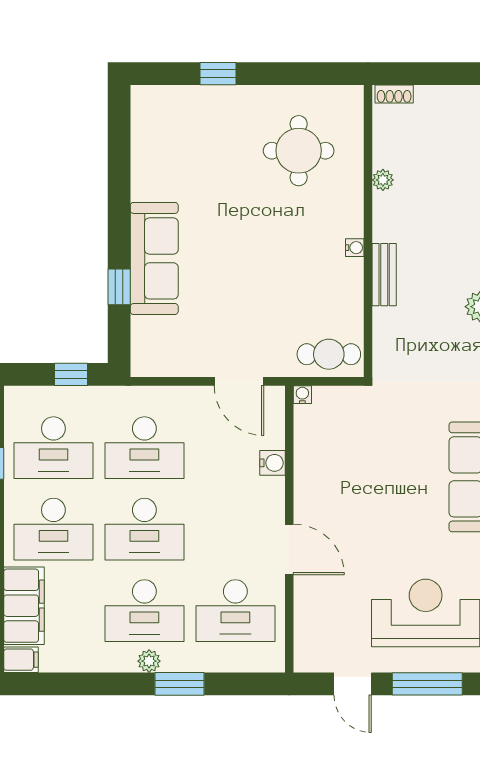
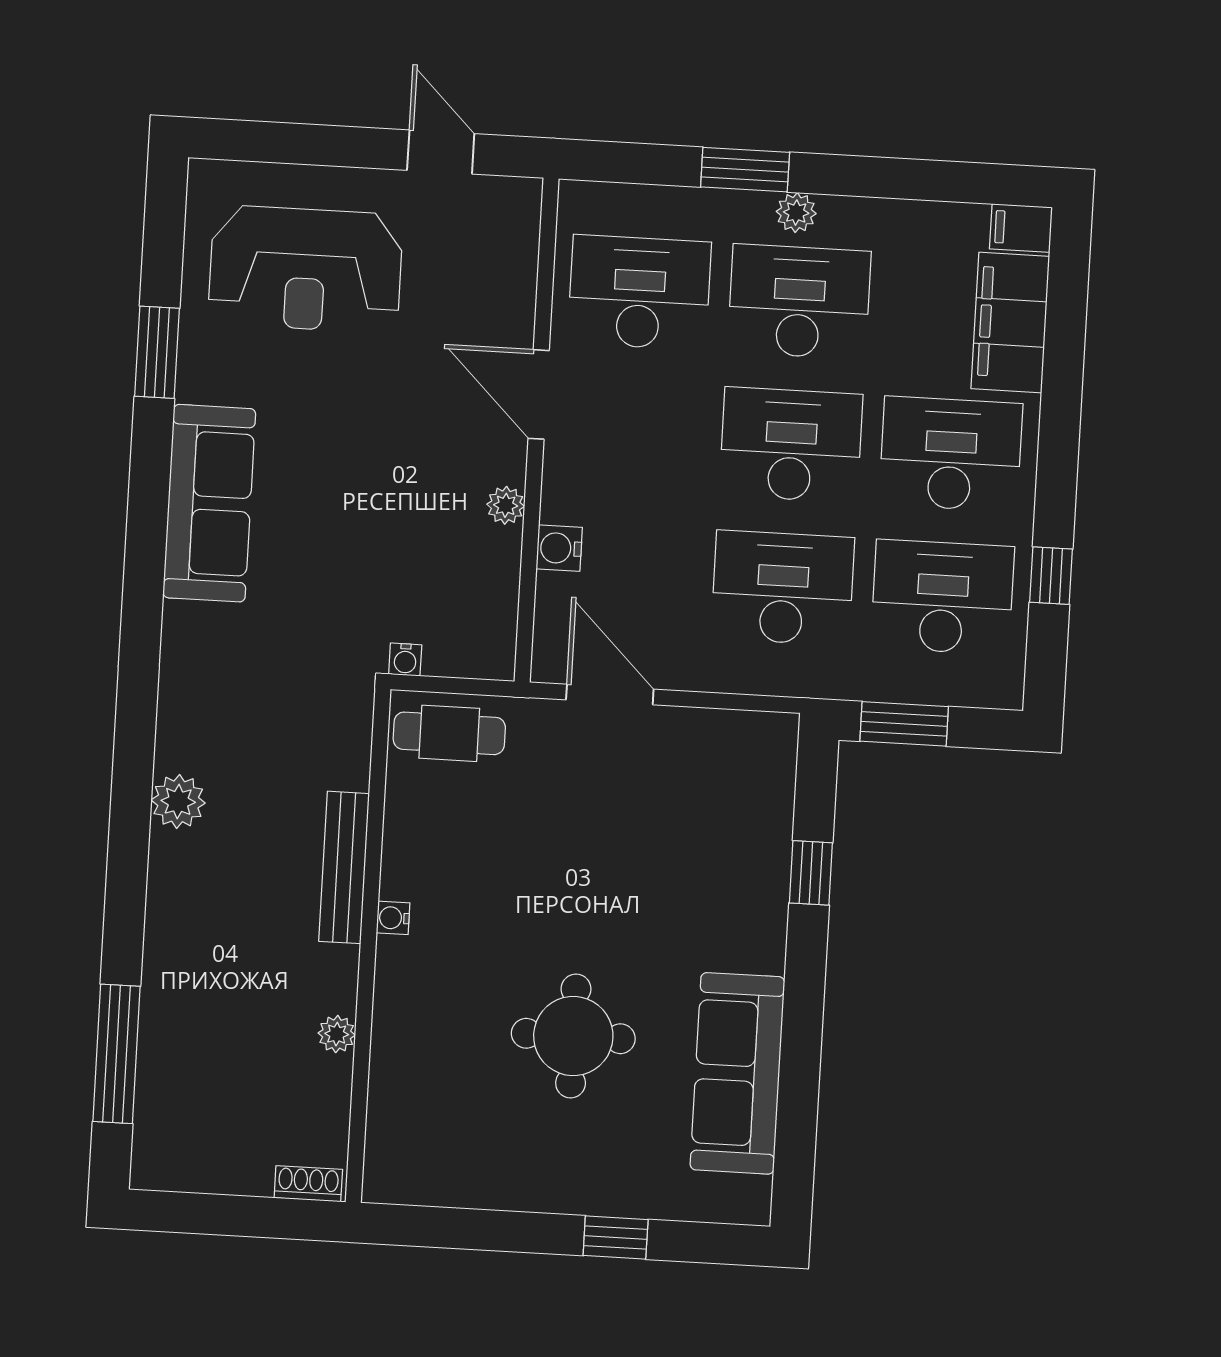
round table: (299, 151) -> (573, 1036), moved
sofa: (154, 258) -> (737, 1073), moved
bench: (384, 275) -> (344, 867), width x1.36
window: (71, 374) -> (904, 724), width x1.50
water cooler: (302, 395) -> (405, 660), moved
plant: (304, 485) -> (506, 505), added
window: (427, 684) -> (310, 144), removed

